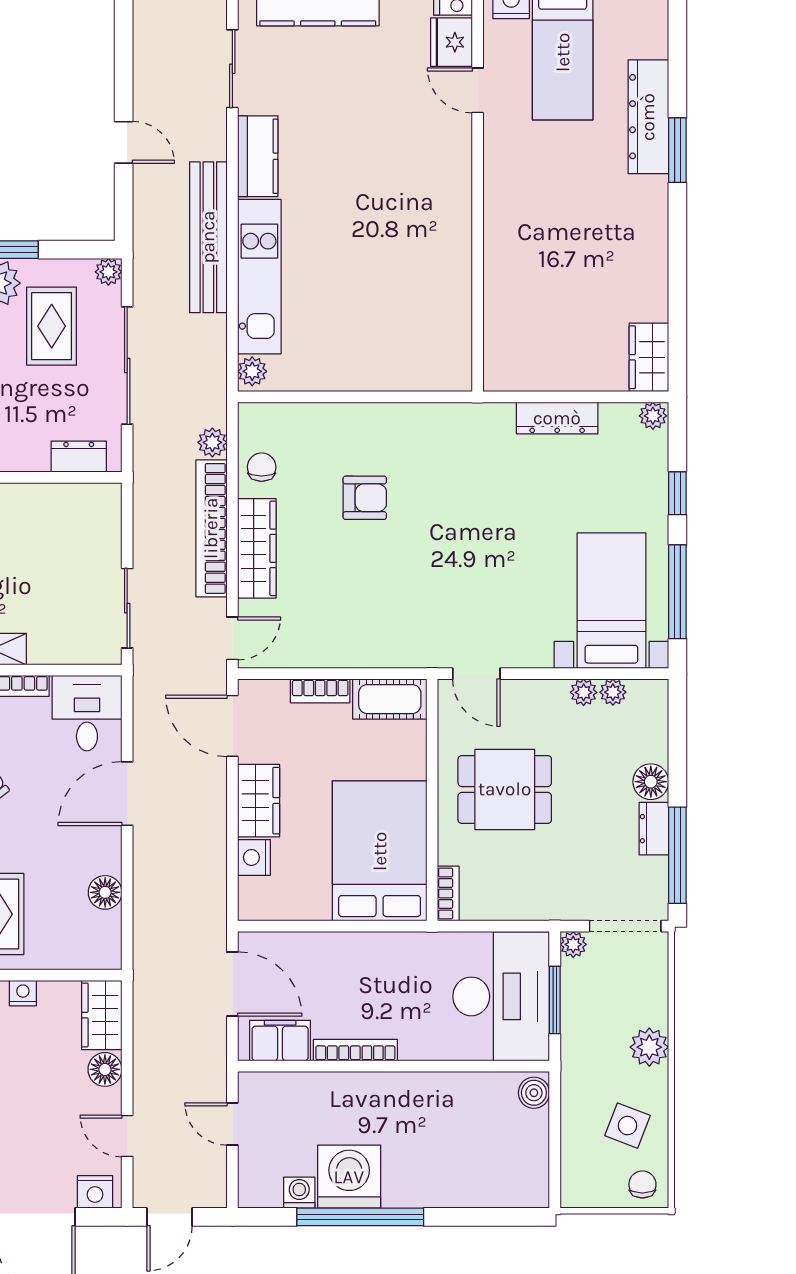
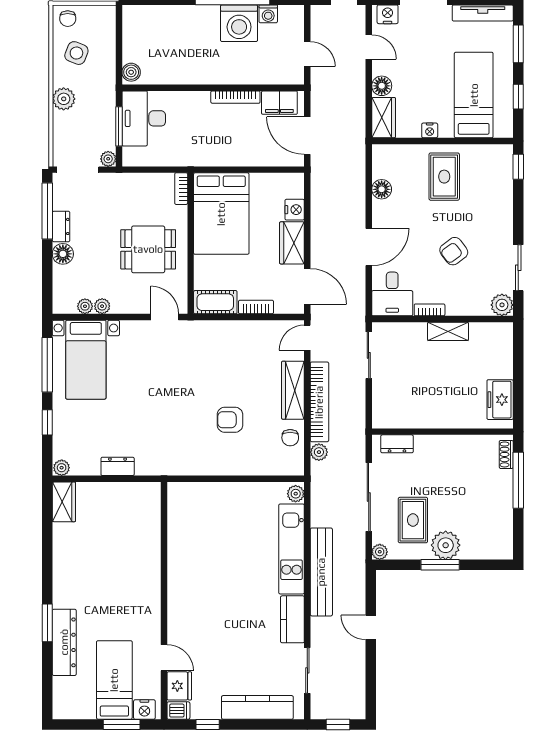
dresser: (557, 418) -> (118, 466), width x0.70
desk: (501, 996) -> (144, 118), width x0.73, depth x0.77

